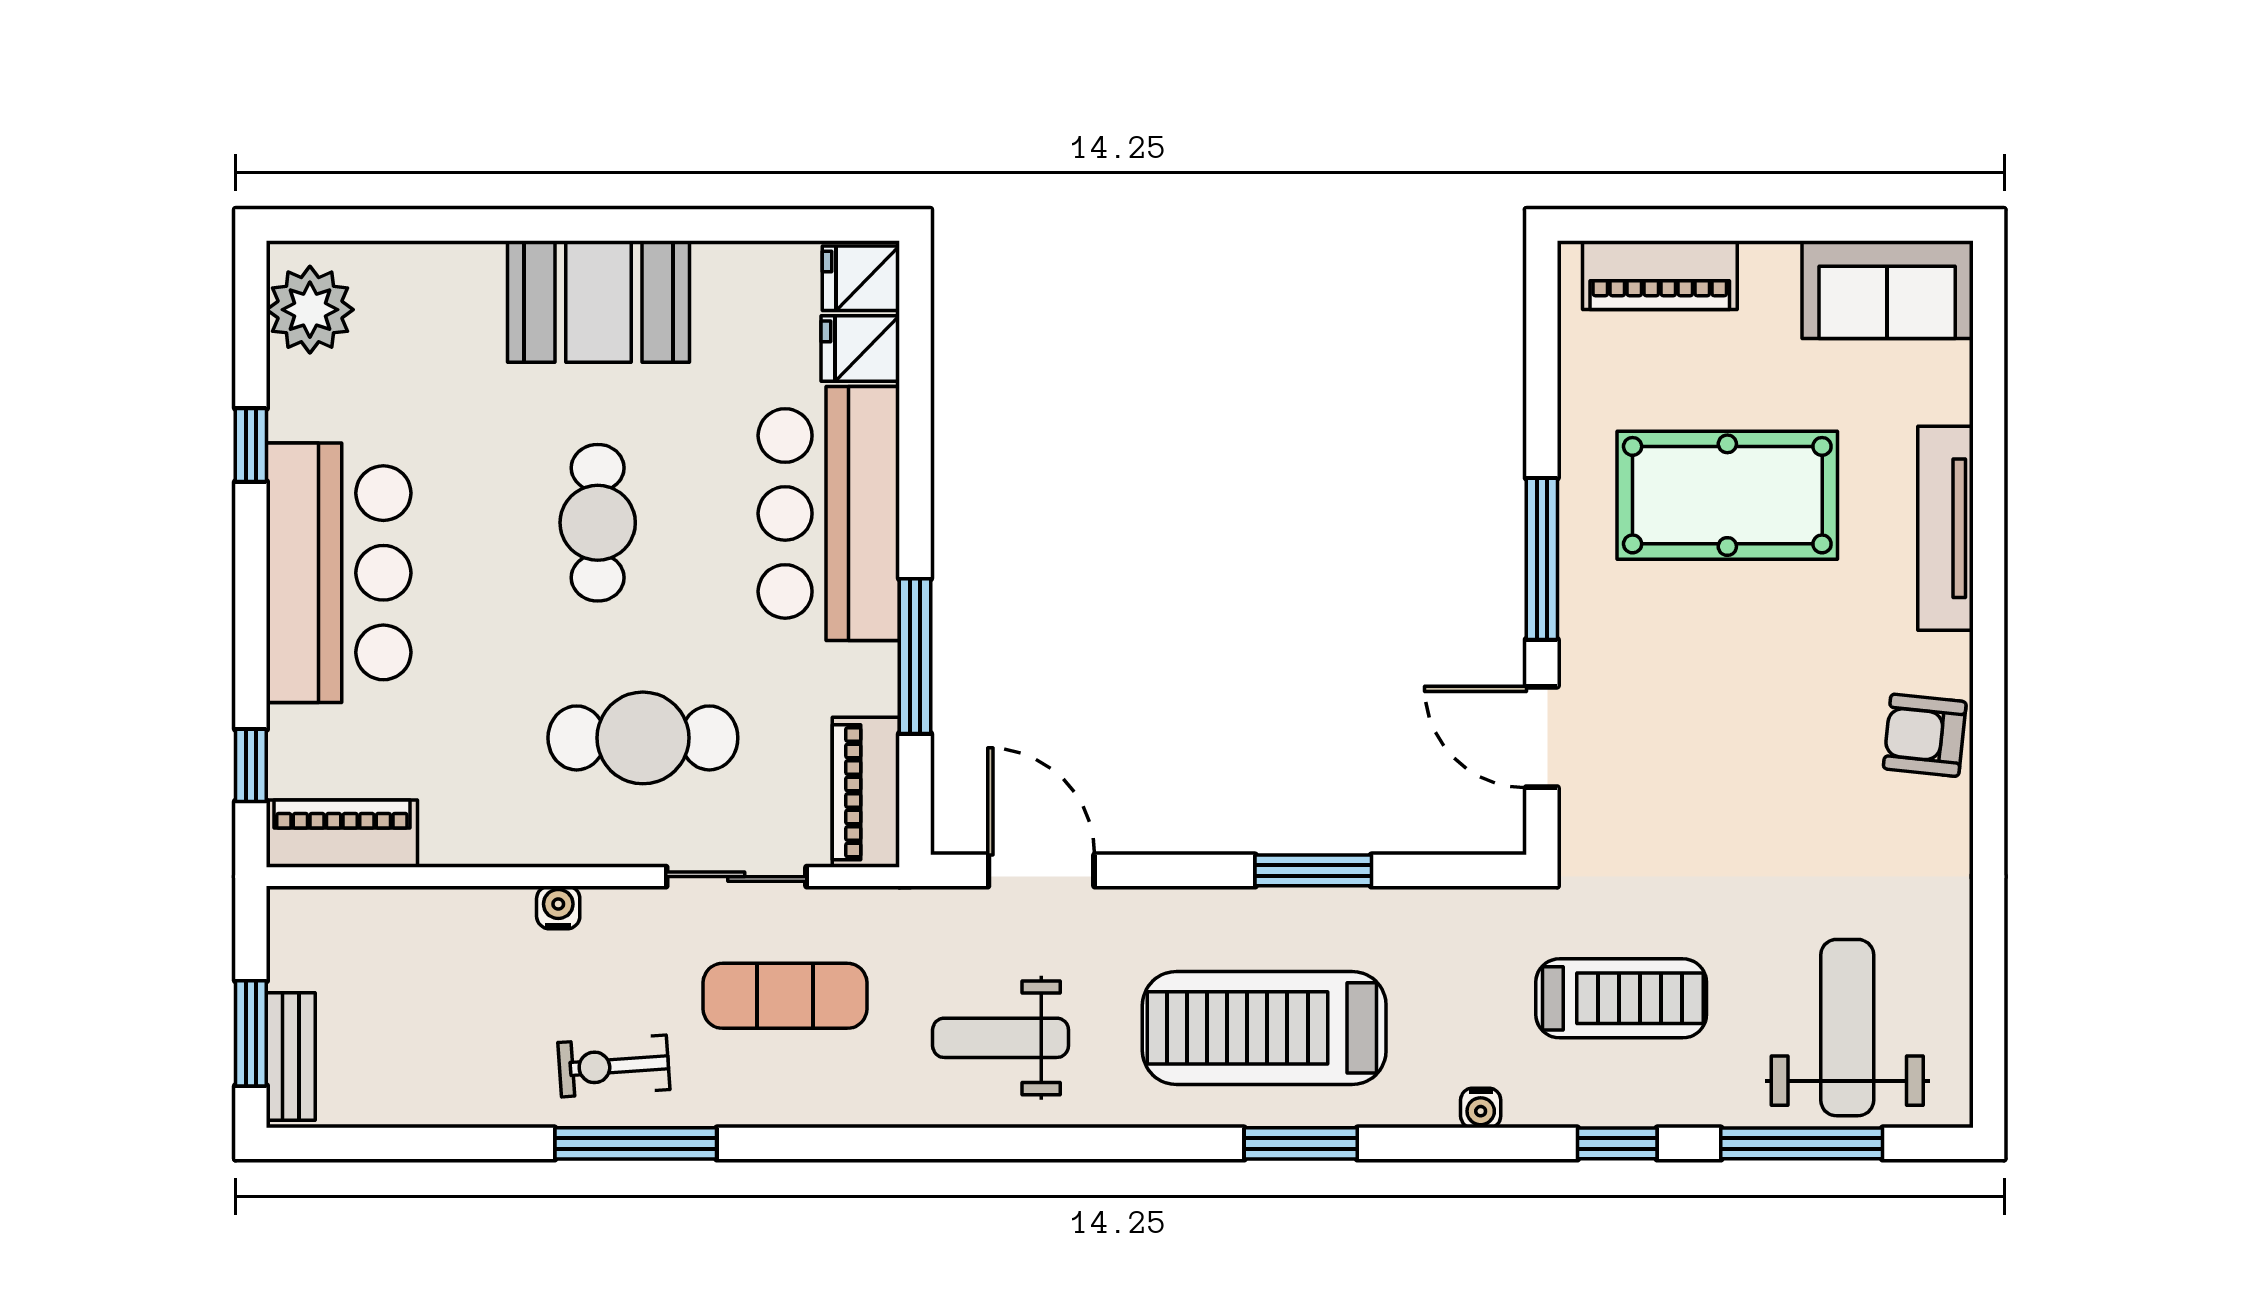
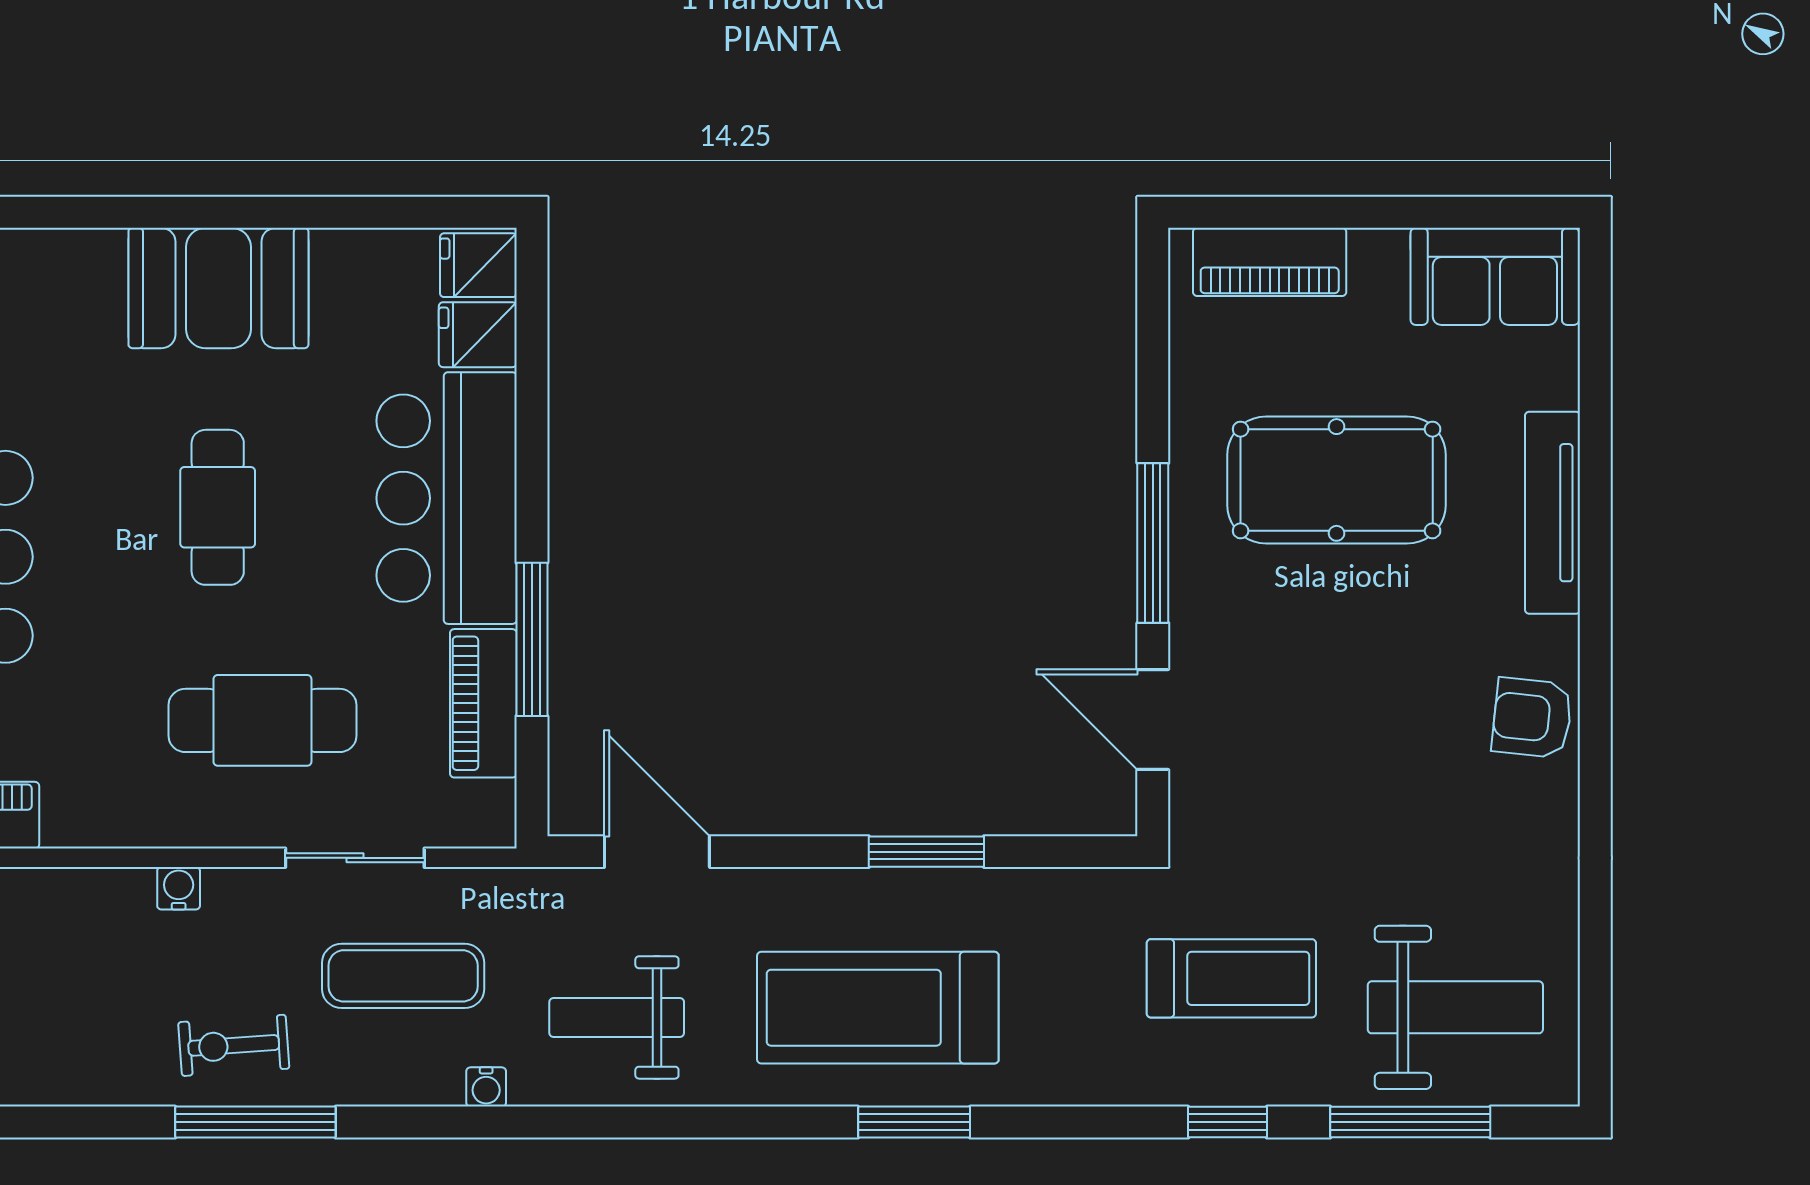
piano: (866, 792) -> (483, 703), moved
weight bench: (1847, 1028) -> (1455, 1007), turned 90
water cooler: (1481, 1108) -> (486, 1087), moved

